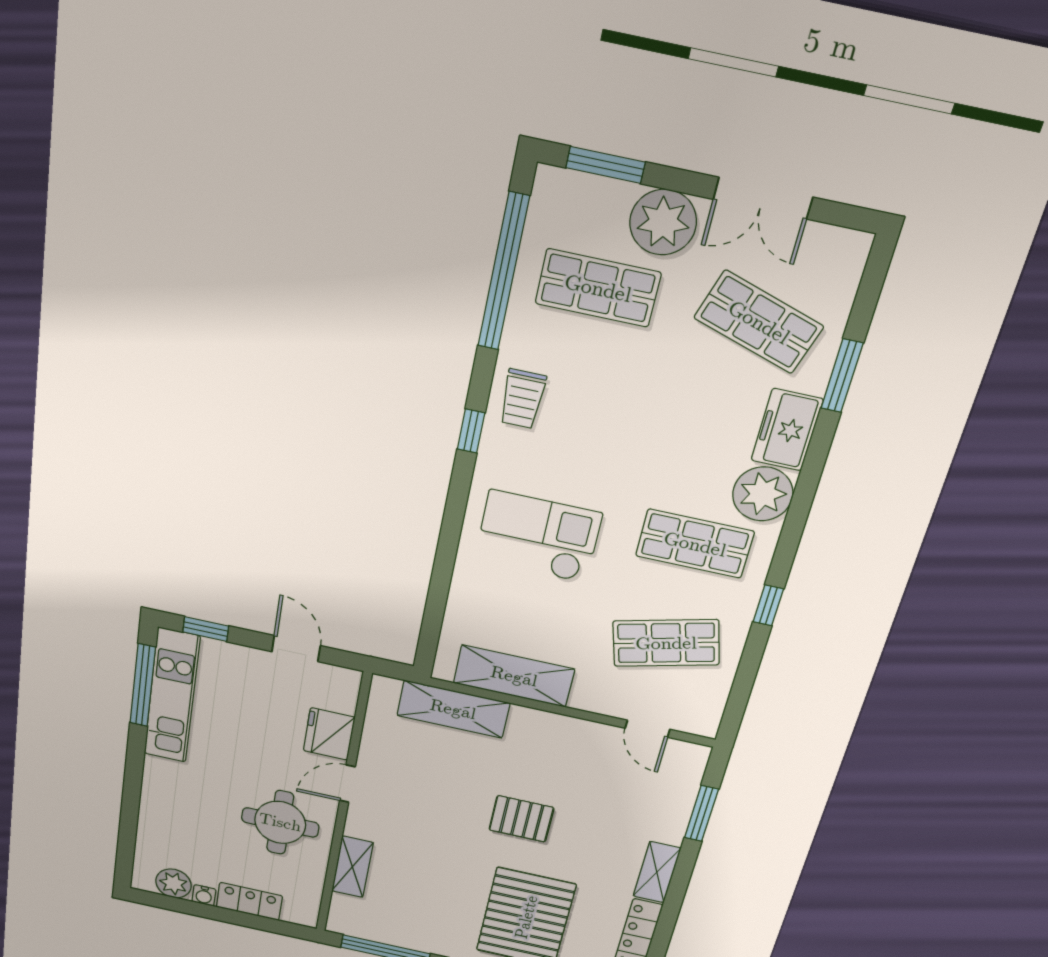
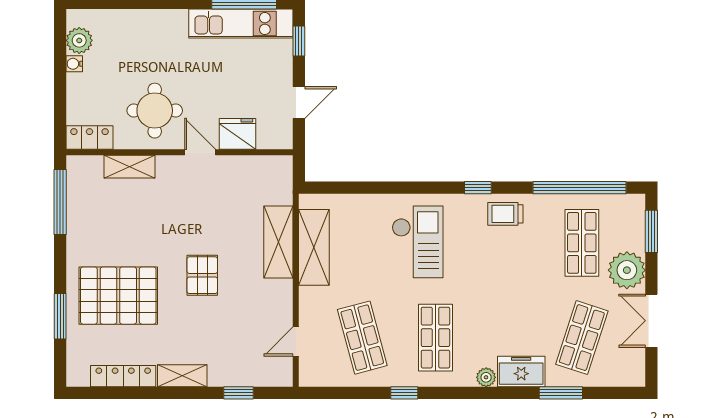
plant: (763, 494) -> (486, 377), width x0.53, depth x0.53
shelving: (453, 709) -> (278, 242), moved
window: (701, 813) -> (239, 393), width x0.67
locker: (249, 901) -> (90, 138), moved, turned -90

